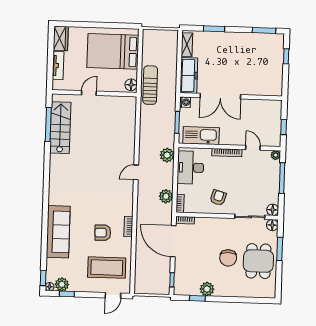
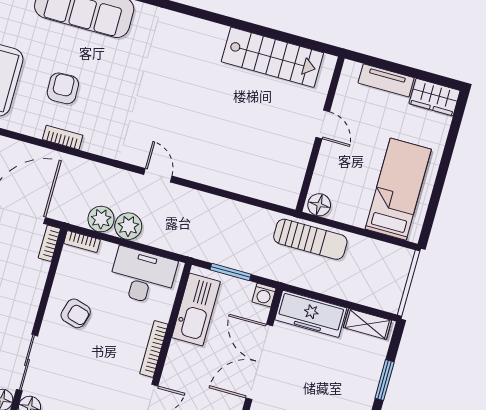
bed: (113, 51) -> (398, 189), width x0.67
window: (48, 125) -> (283, 37), removed
plant: (167, 155) -> (128, 226), moved

